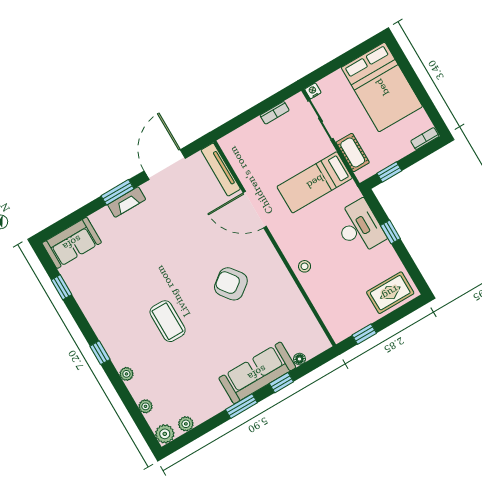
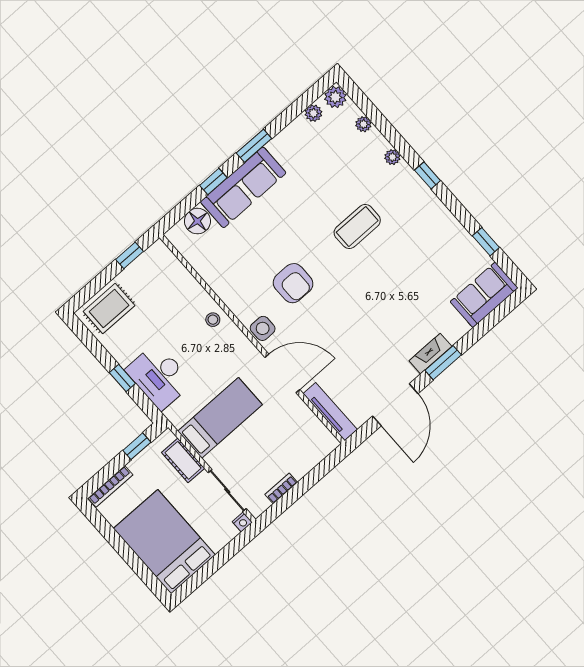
bookcase: (425, 139) -> (110, 486), width x1.56
side table: (264, 251) -> (263, 328), added
armchair: (231, 284) -> (293, 283), turned 37
coffee table: (168, 321) -> (357, 226), turned 90
floor lamp: (300, 359) -> (197, 221), width x1.89, depth x1.89

